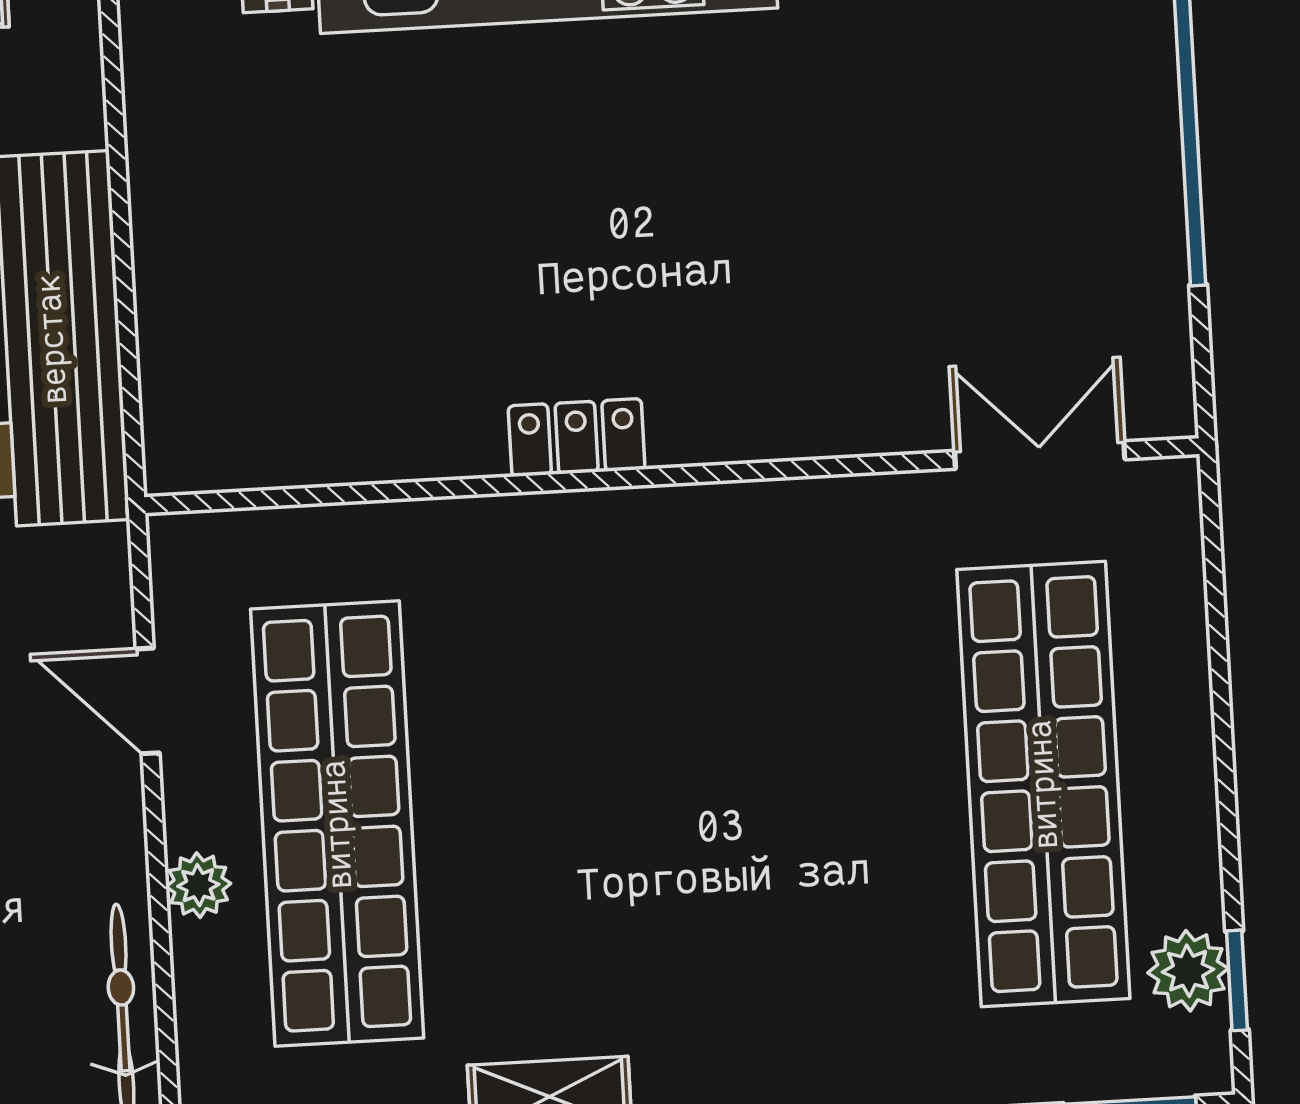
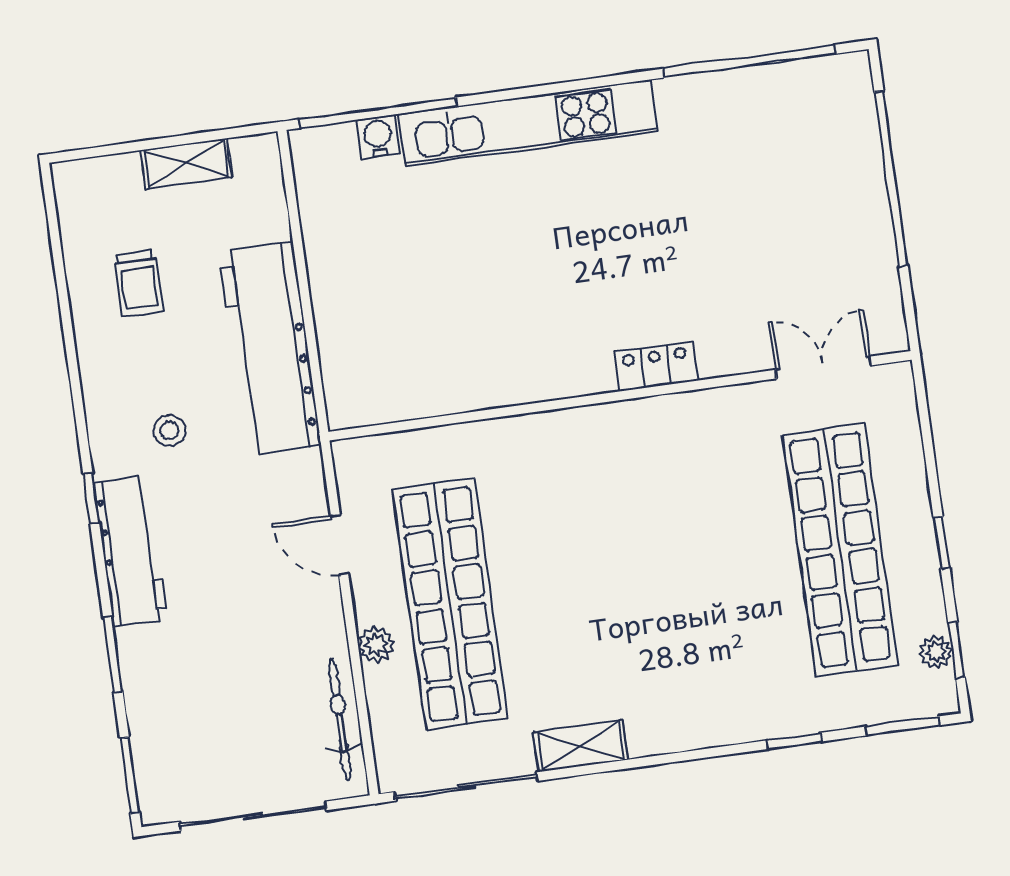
locker: (577, 438) -> (656, 366), moved
window: (1226, 786) -> (942, 542), added
plant: (1188, 971) -> (936, 652), width x0.73, depth x0.73

